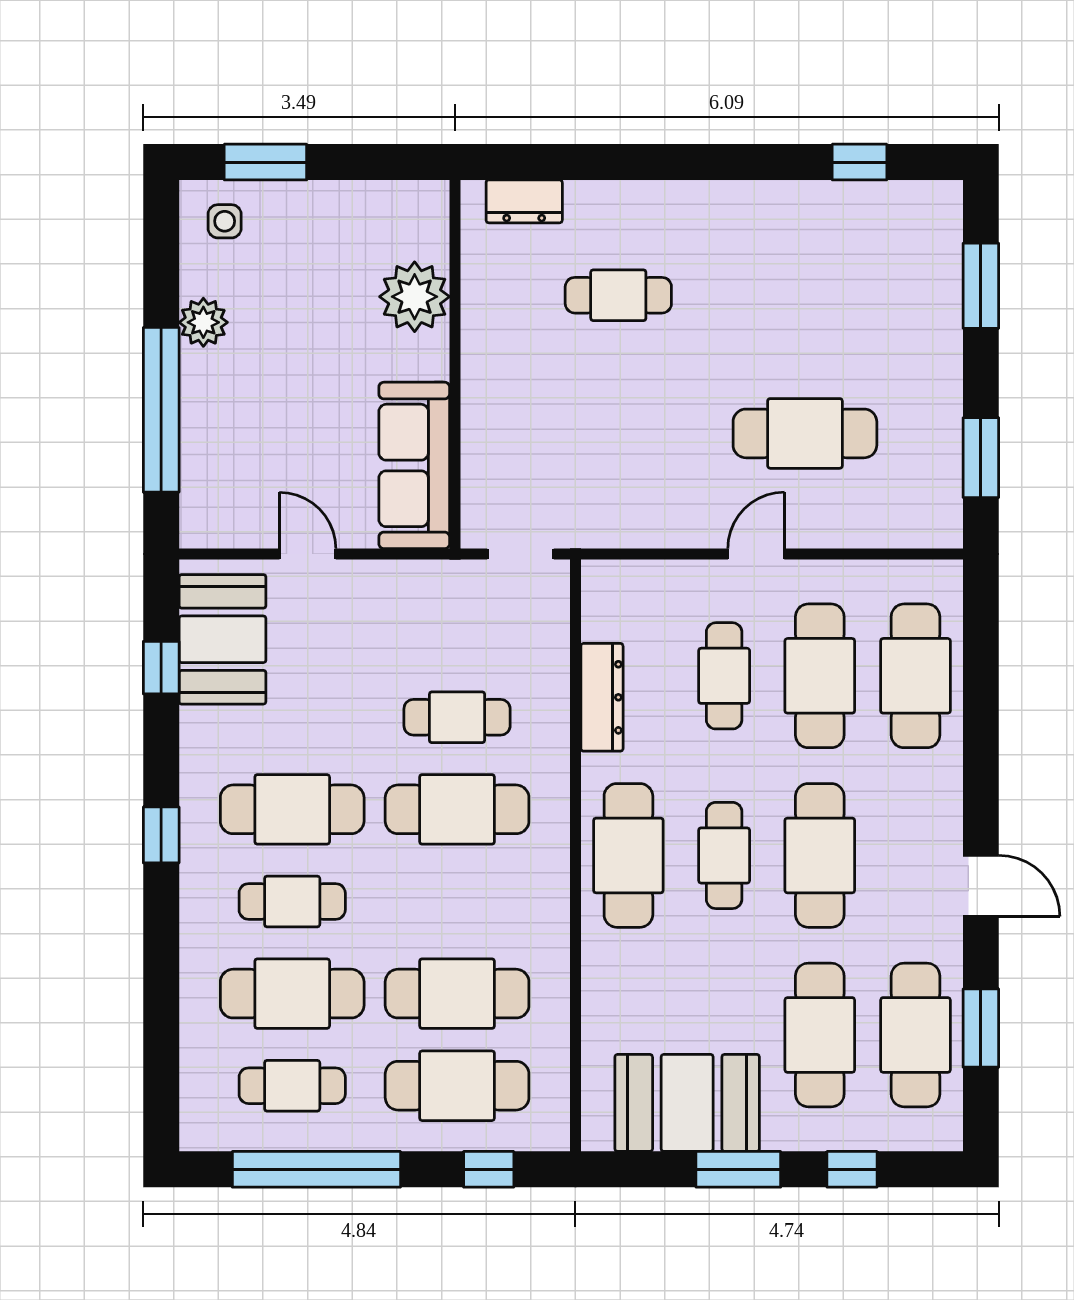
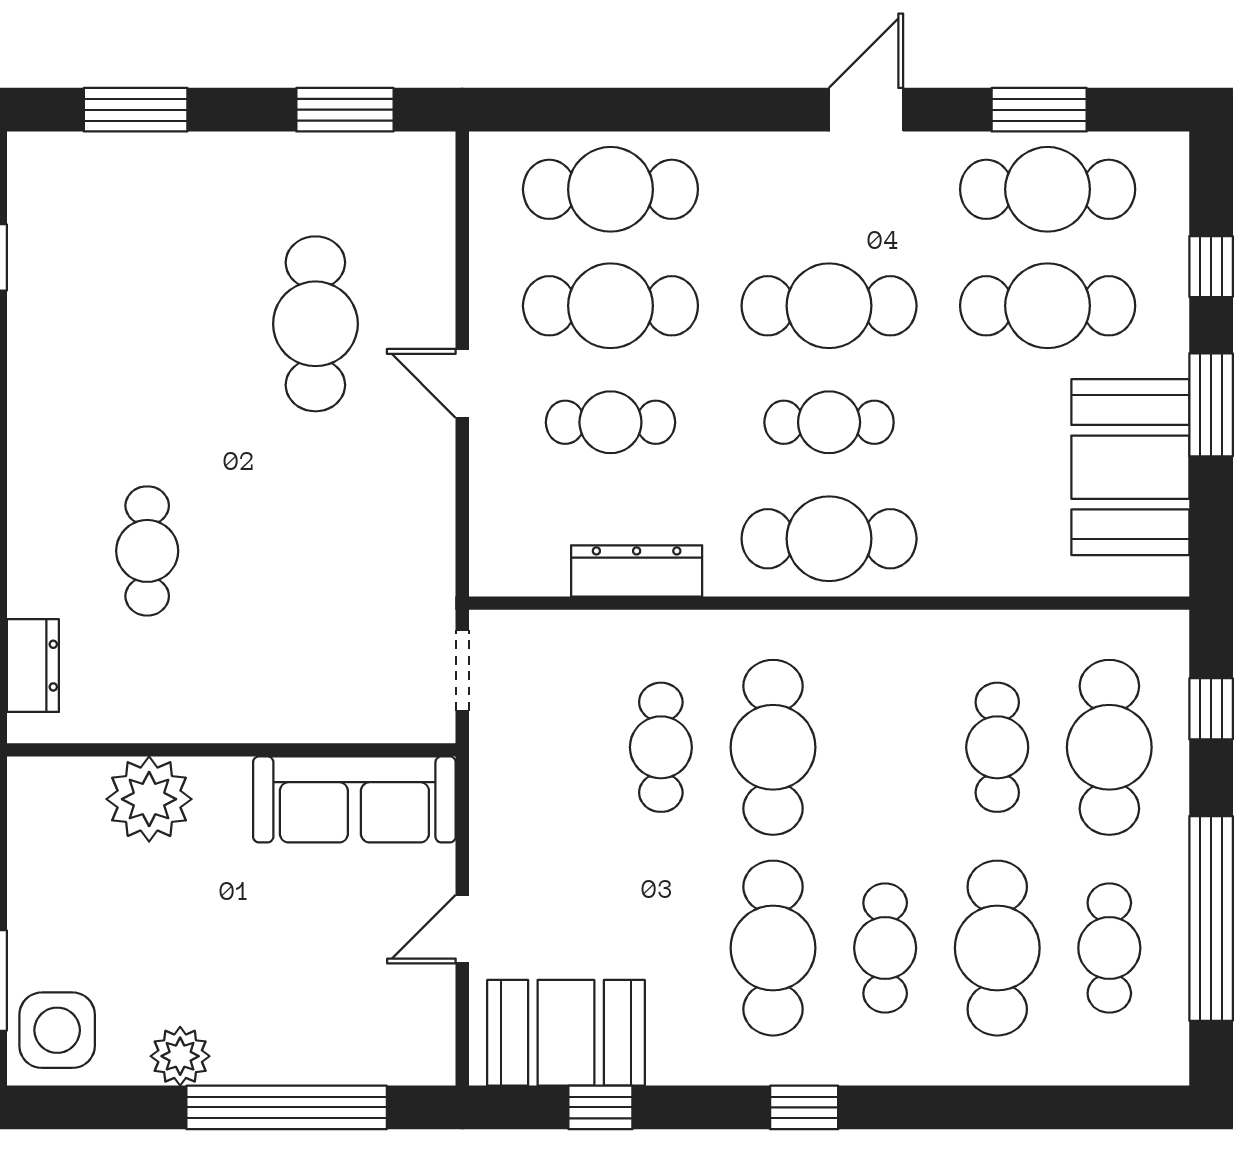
side table: (225, 221) -> (57, 1030), width x1.87, depth x1.87
cafe table: (457, 994) -> (997, 747), width x0.73, depth x0.74

